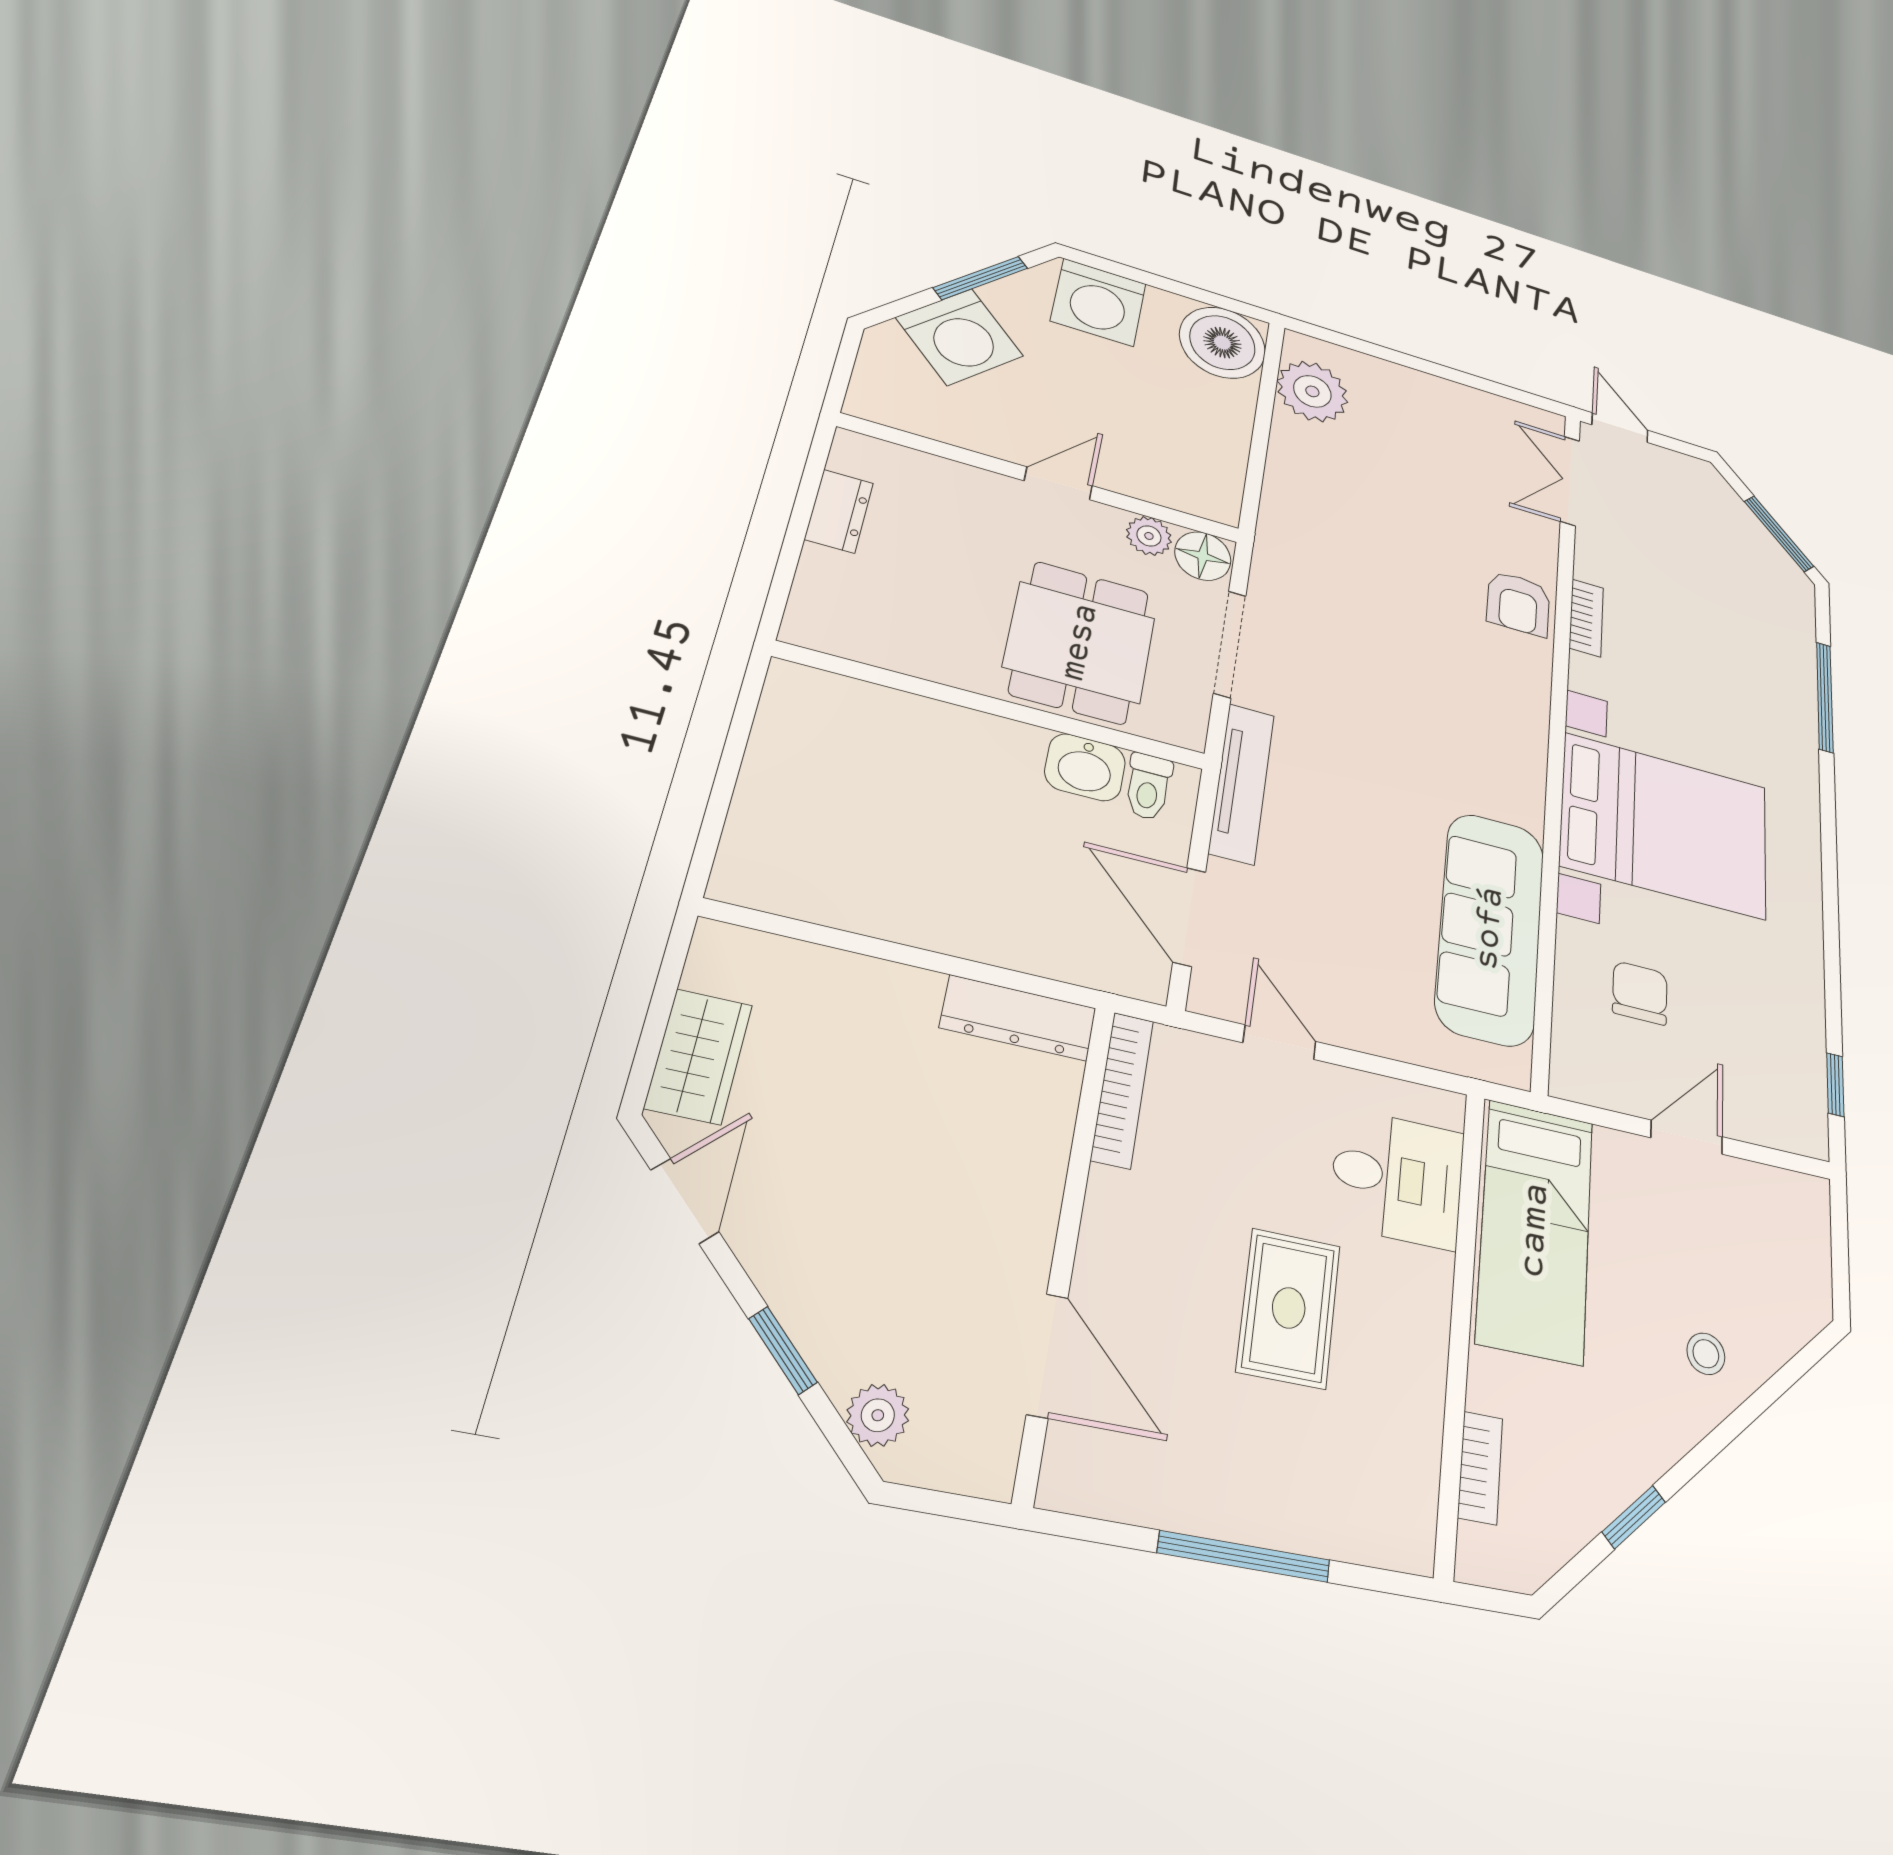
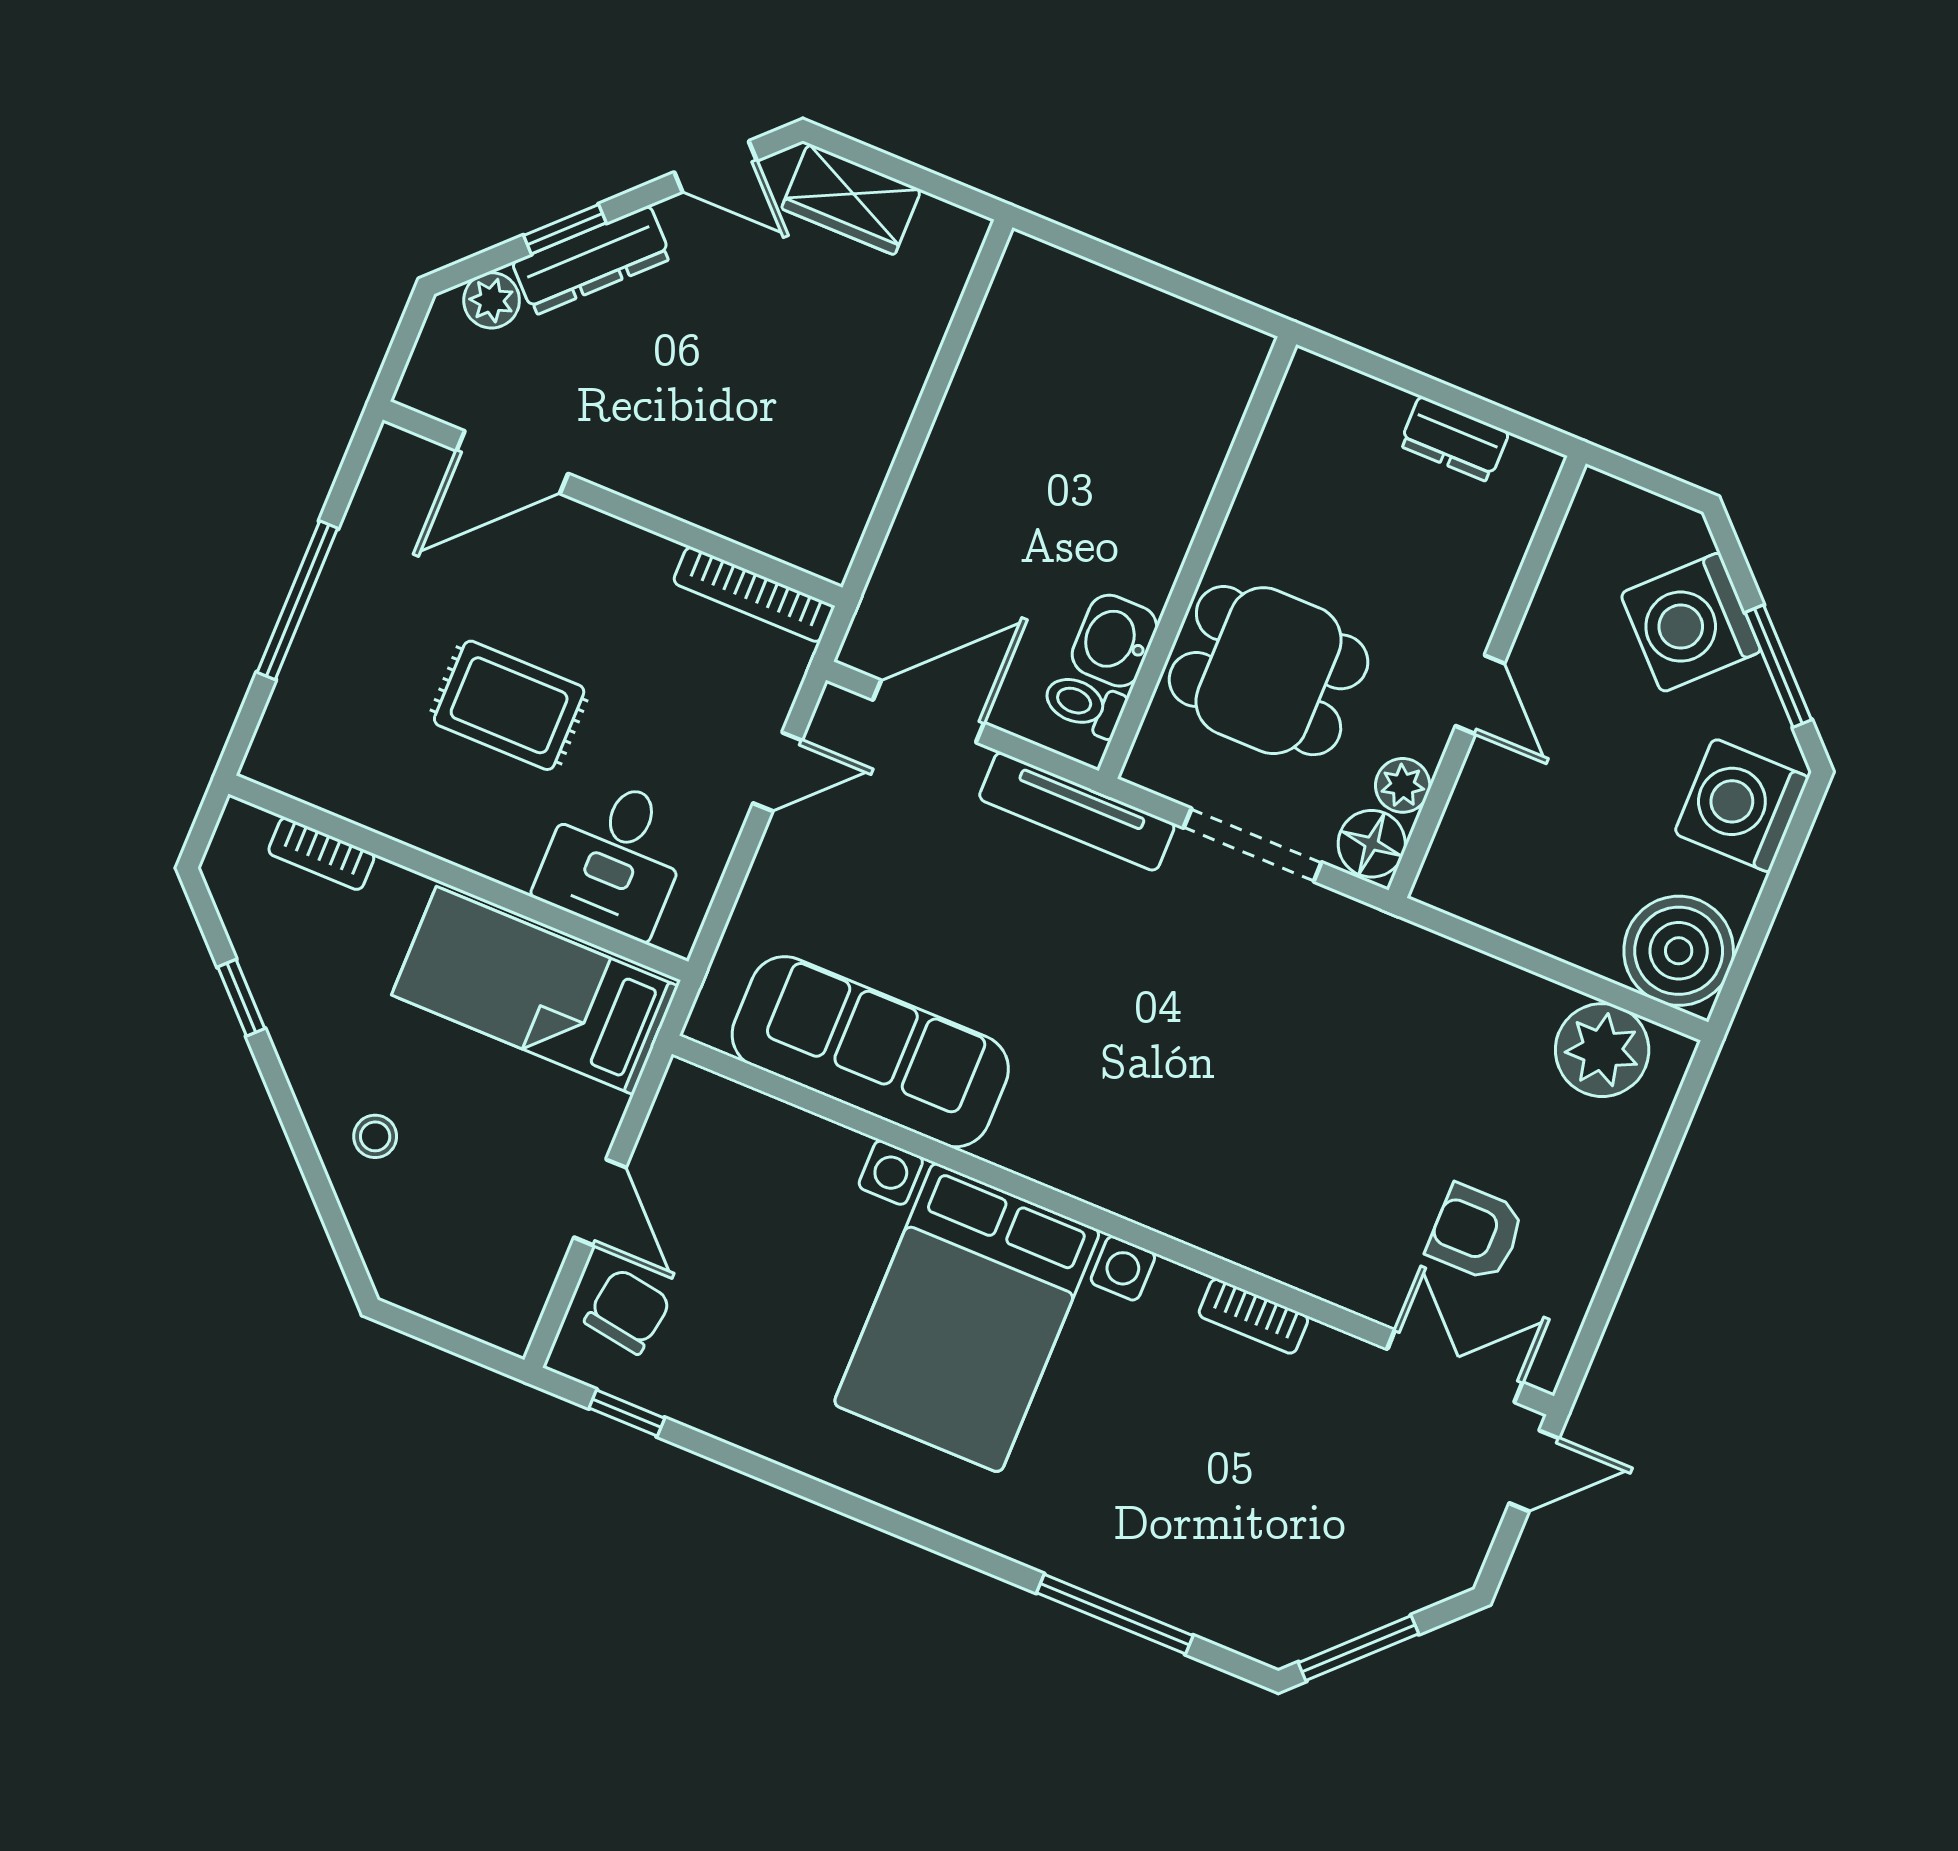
armchair: (1518, 603) -> (1476, 1233), moved
chair: (1640, 993) -> (628, 1311), moved, turned -81
dresser: (1018, 1018) -> (592, 260), moved, turned -135

